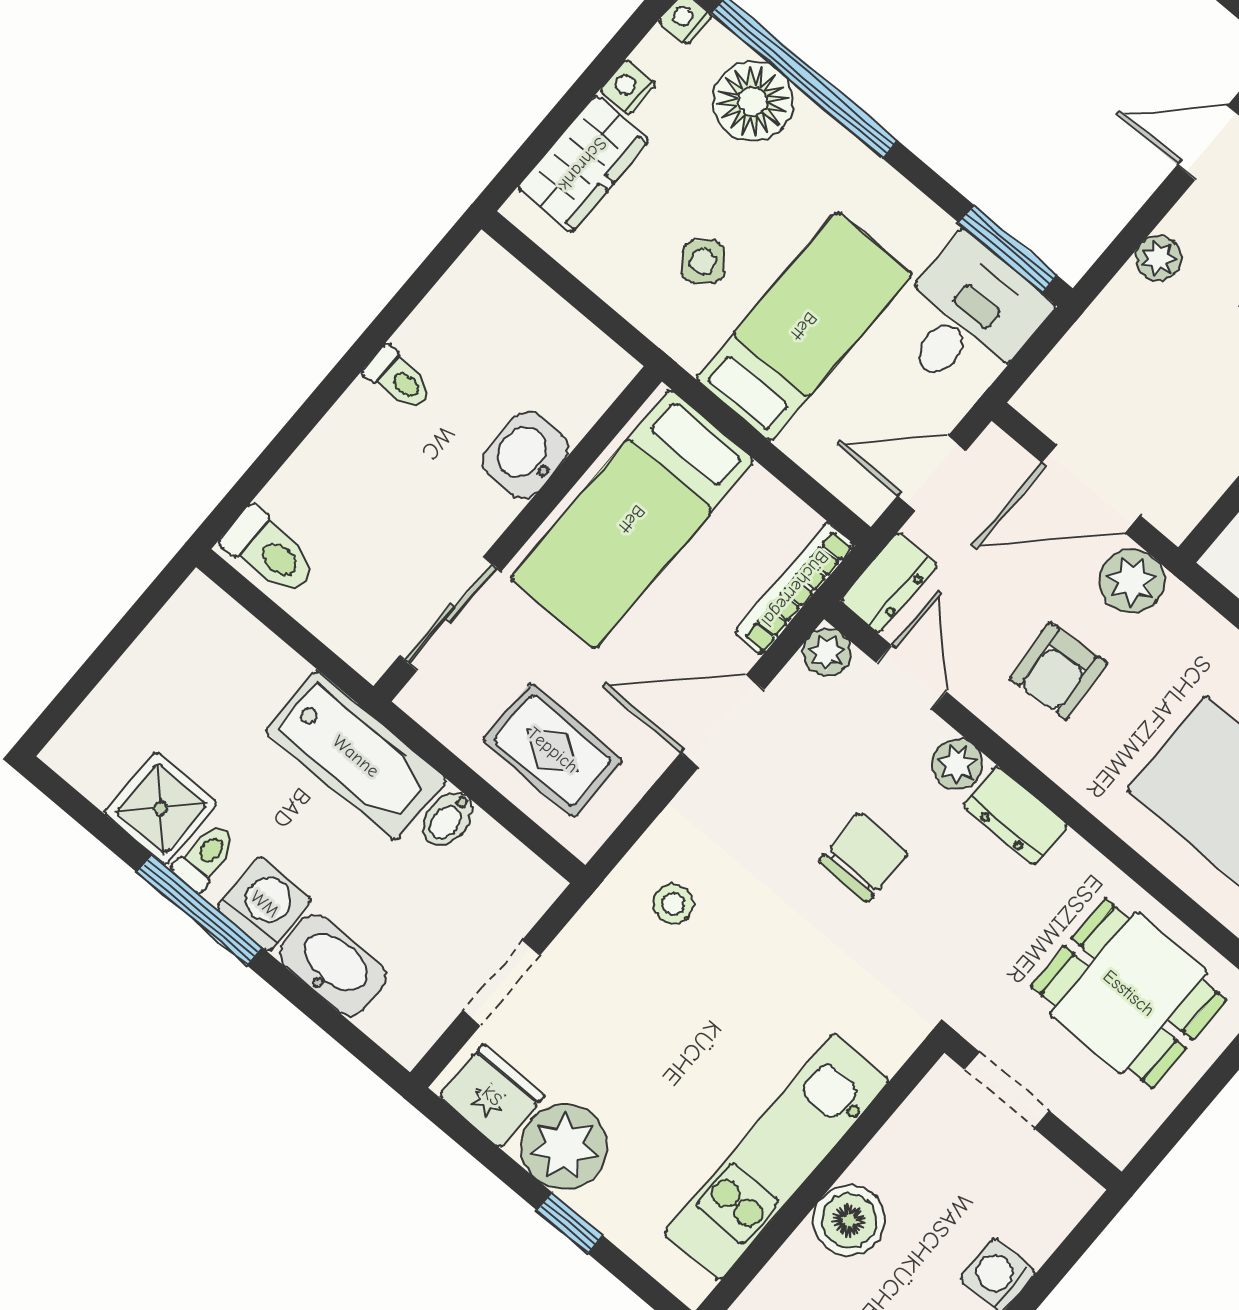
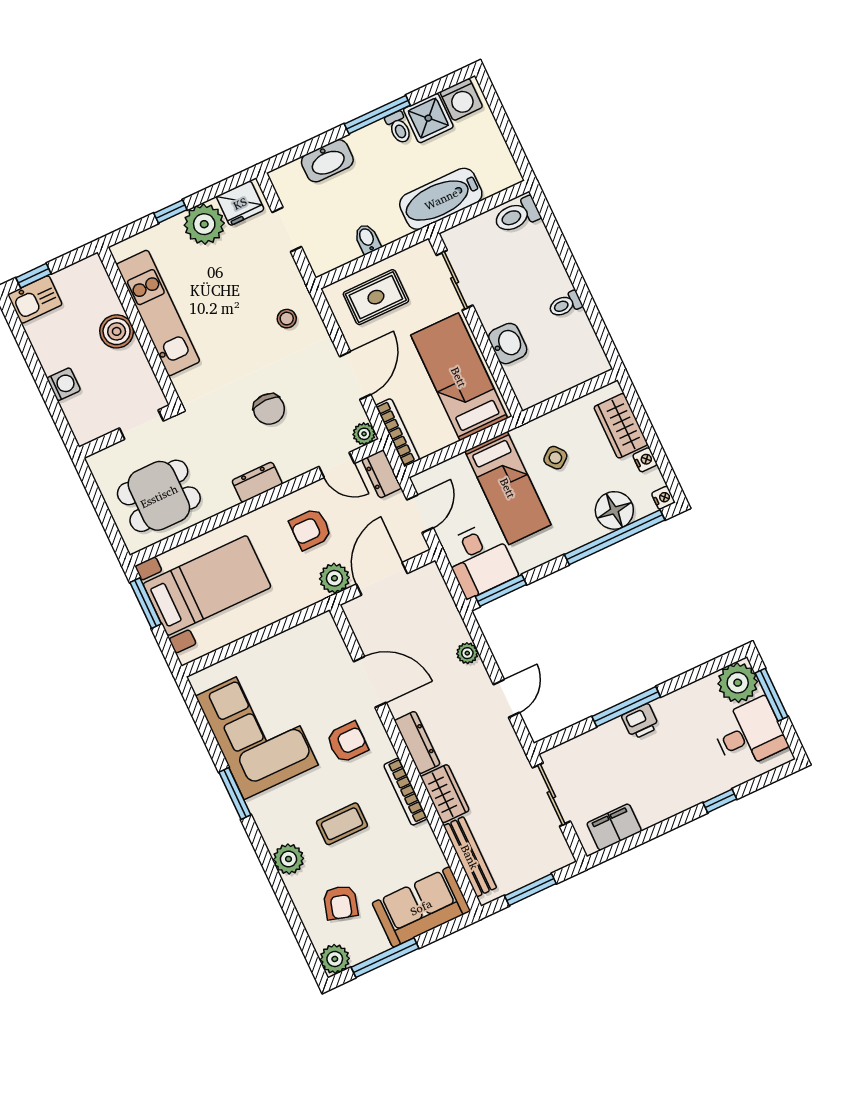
armchair: (1058, 671) -> (310, 529), turned -85
bathtub: (356, 756) -> (441, 199), moved
plant: (957, 764) -> (290, 467), removed
washing machine: (265, 904) -> (461, 99), moved

